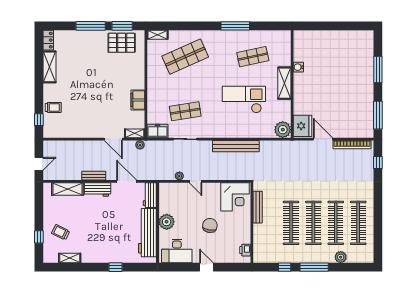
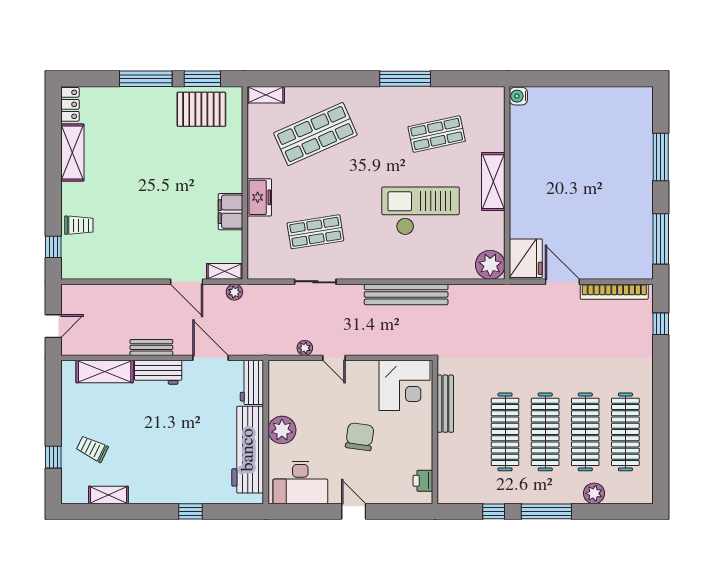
water cooler: (298, 67) -> (518, 96), moved
freezer: (158, 131) -> (259, 197), moved, turned 90

